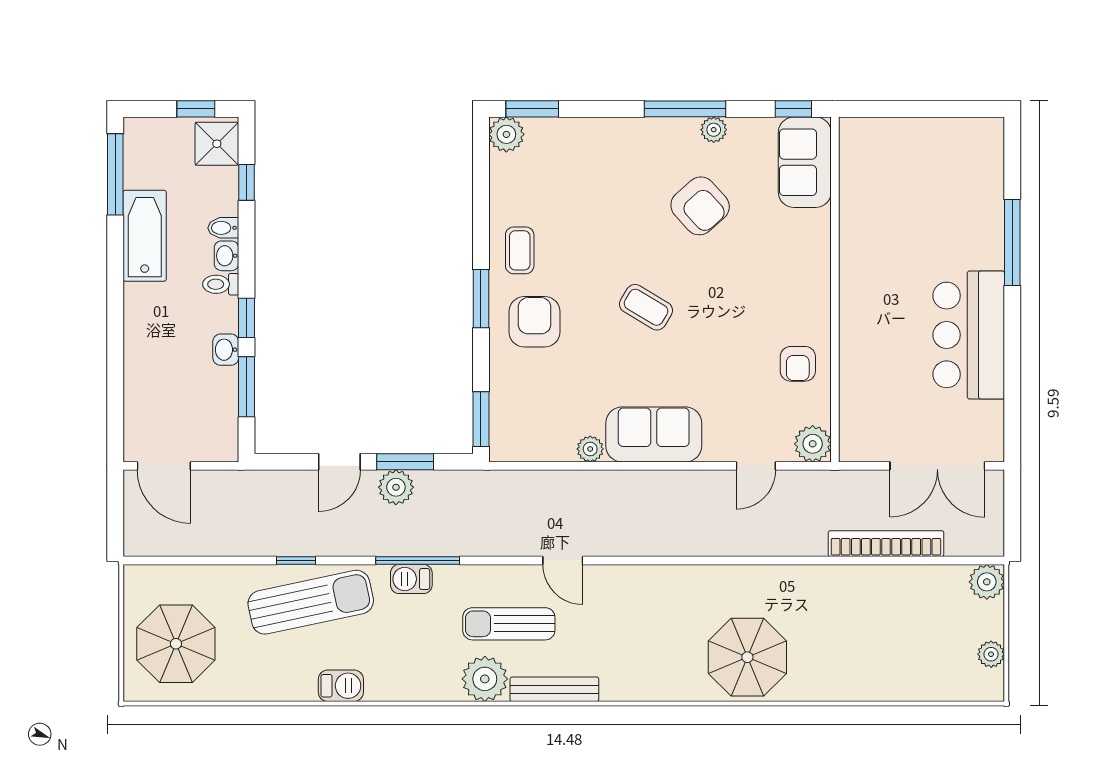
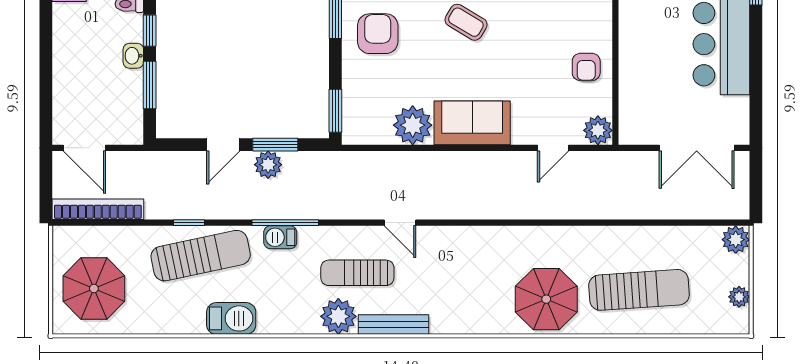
plant: (590, 449) -> (413, 125), width x1.88, depth x1.88
bookcase: (886, 544) -> (98, 209), moved
sun lounger: (865, 646) -> (639, 290), added
barbecue: (341, 686) -> (231, 318), width x1.38, depth x1.27

